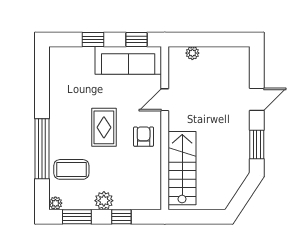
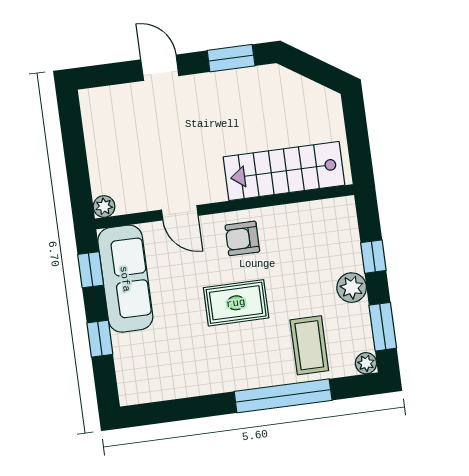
plant: (192, 53) -> (104, 206), moved

